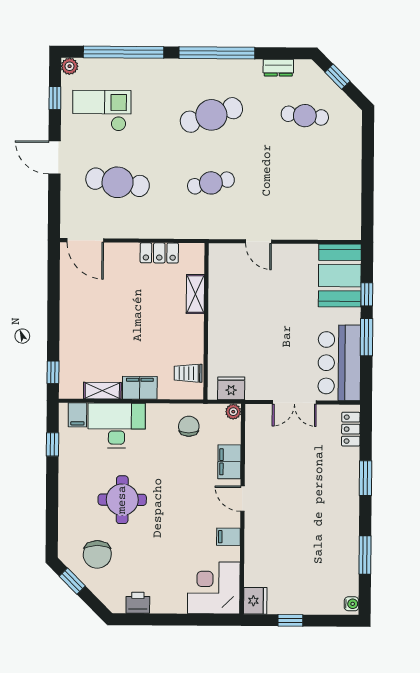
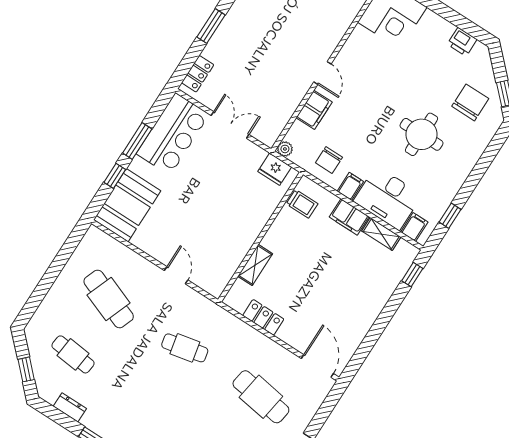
cafe table: (211, 115) -> (109, 299), moved, turned 39
filing cabinet: (228, 537) -> (350, 186), moved, turned -90

